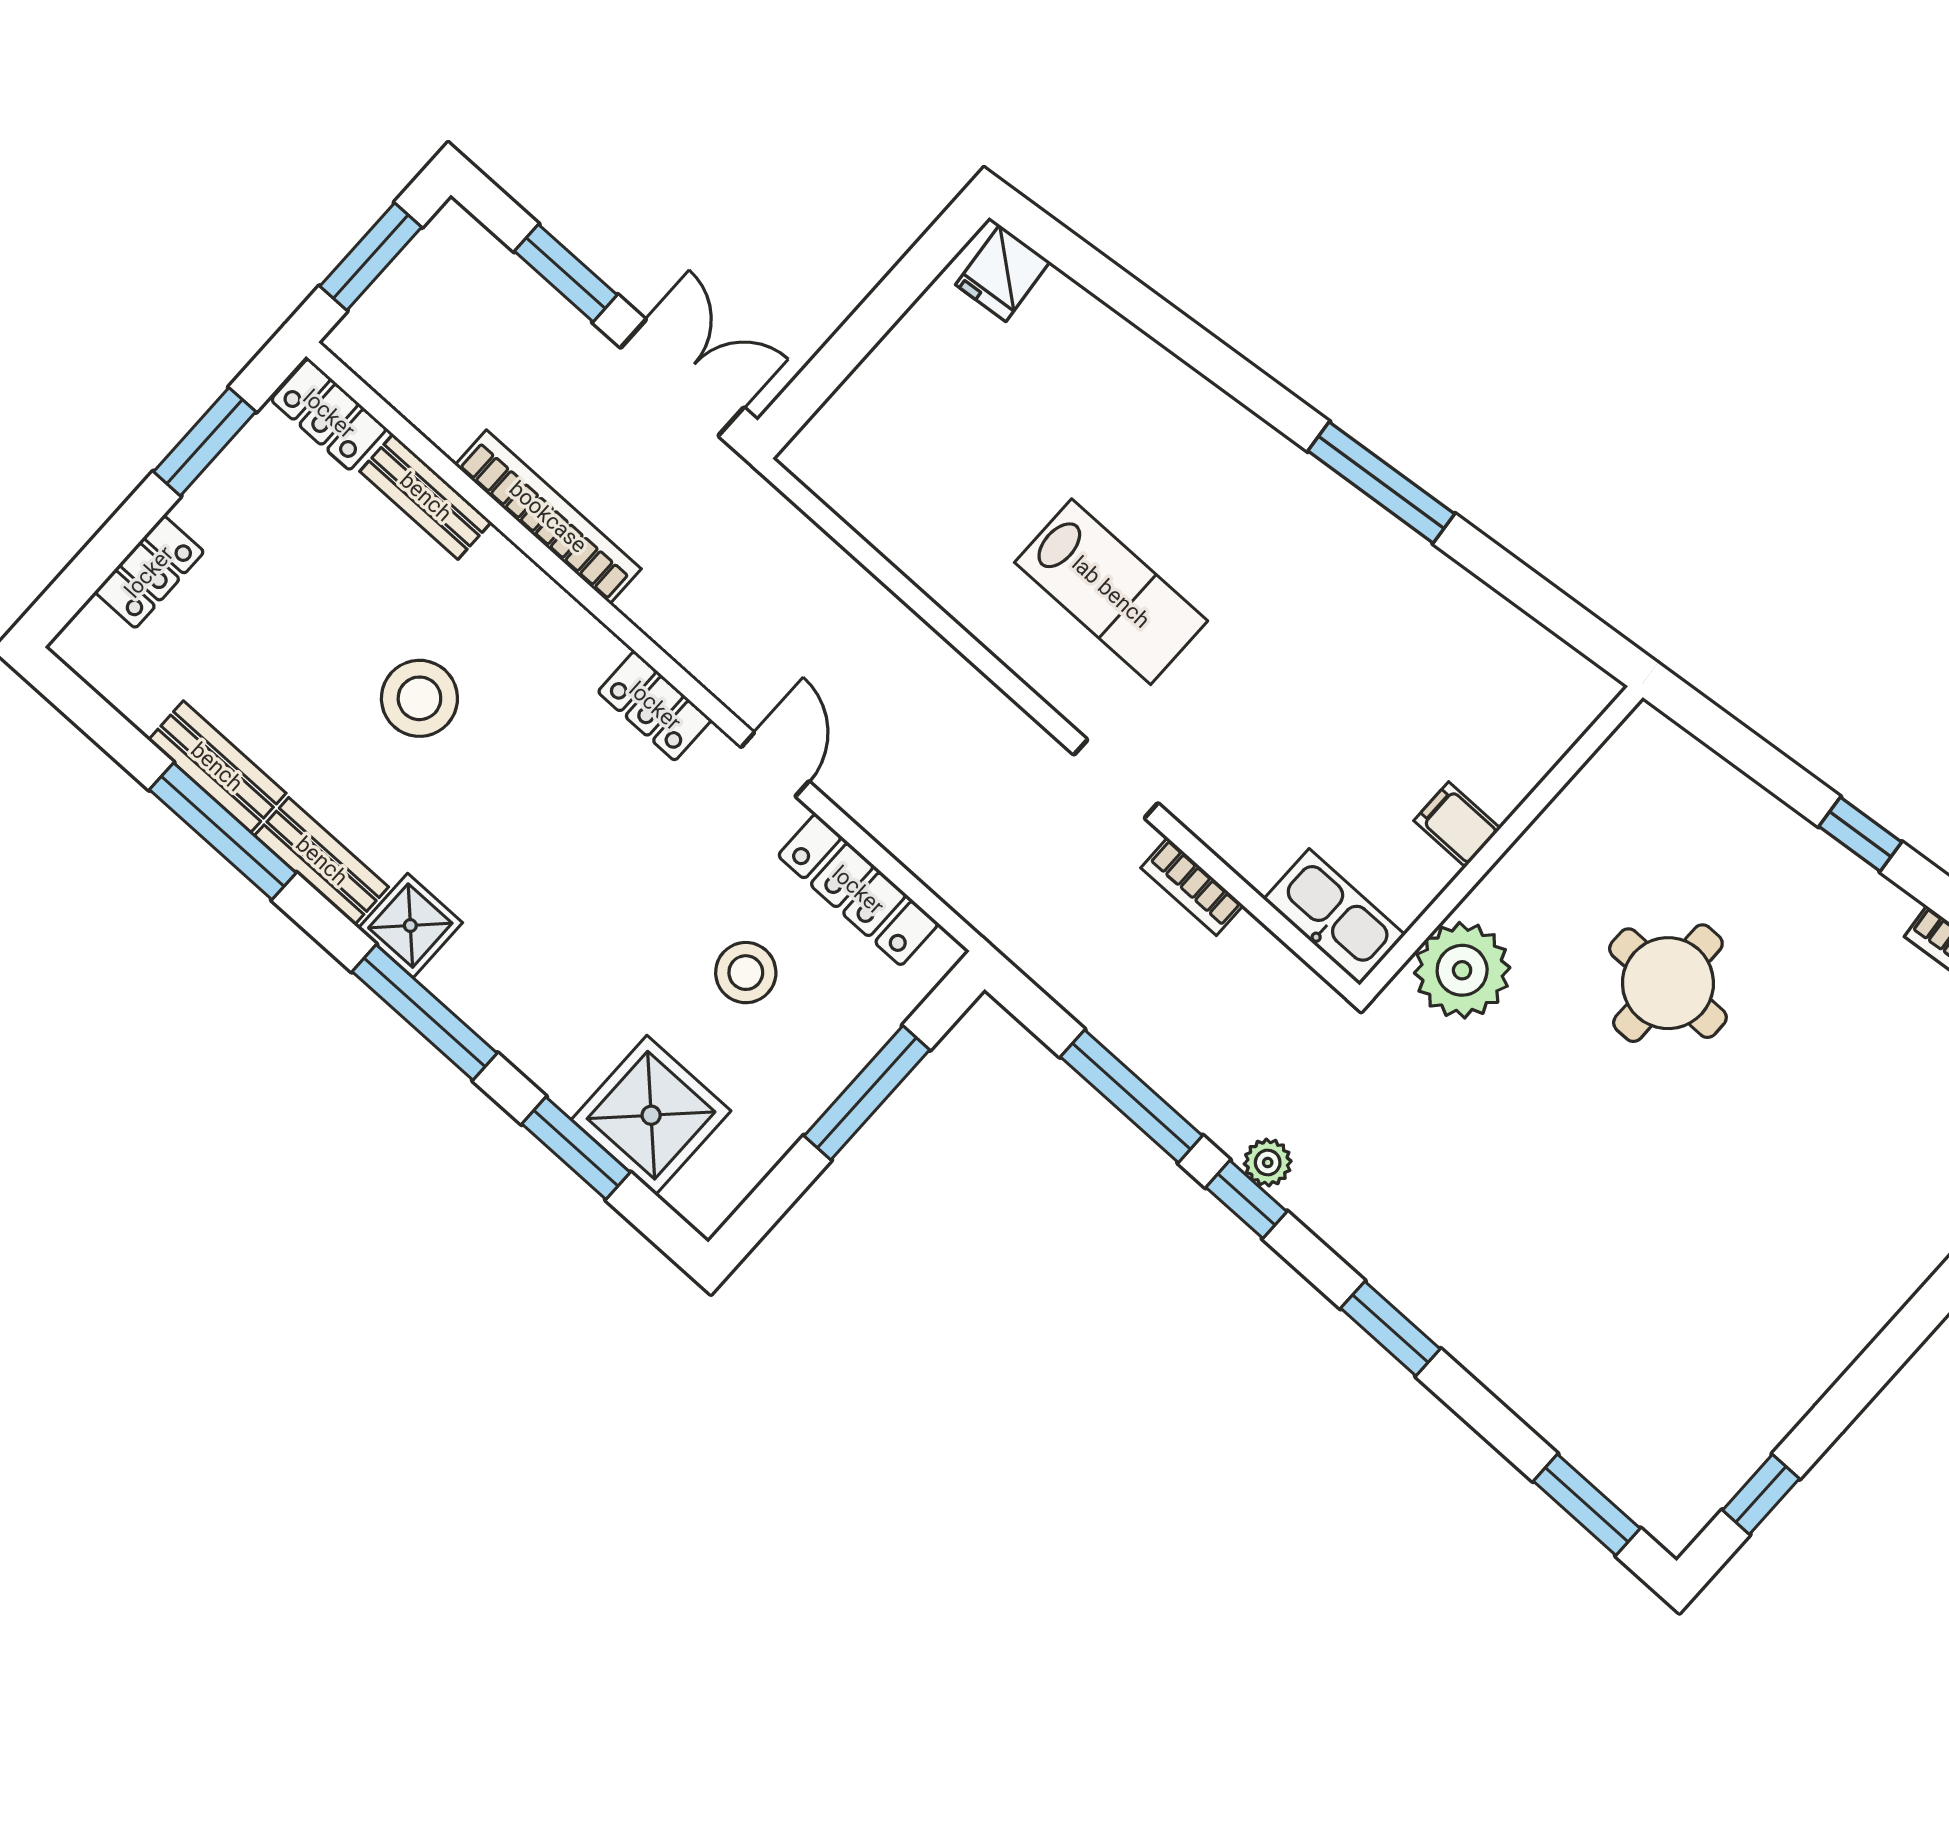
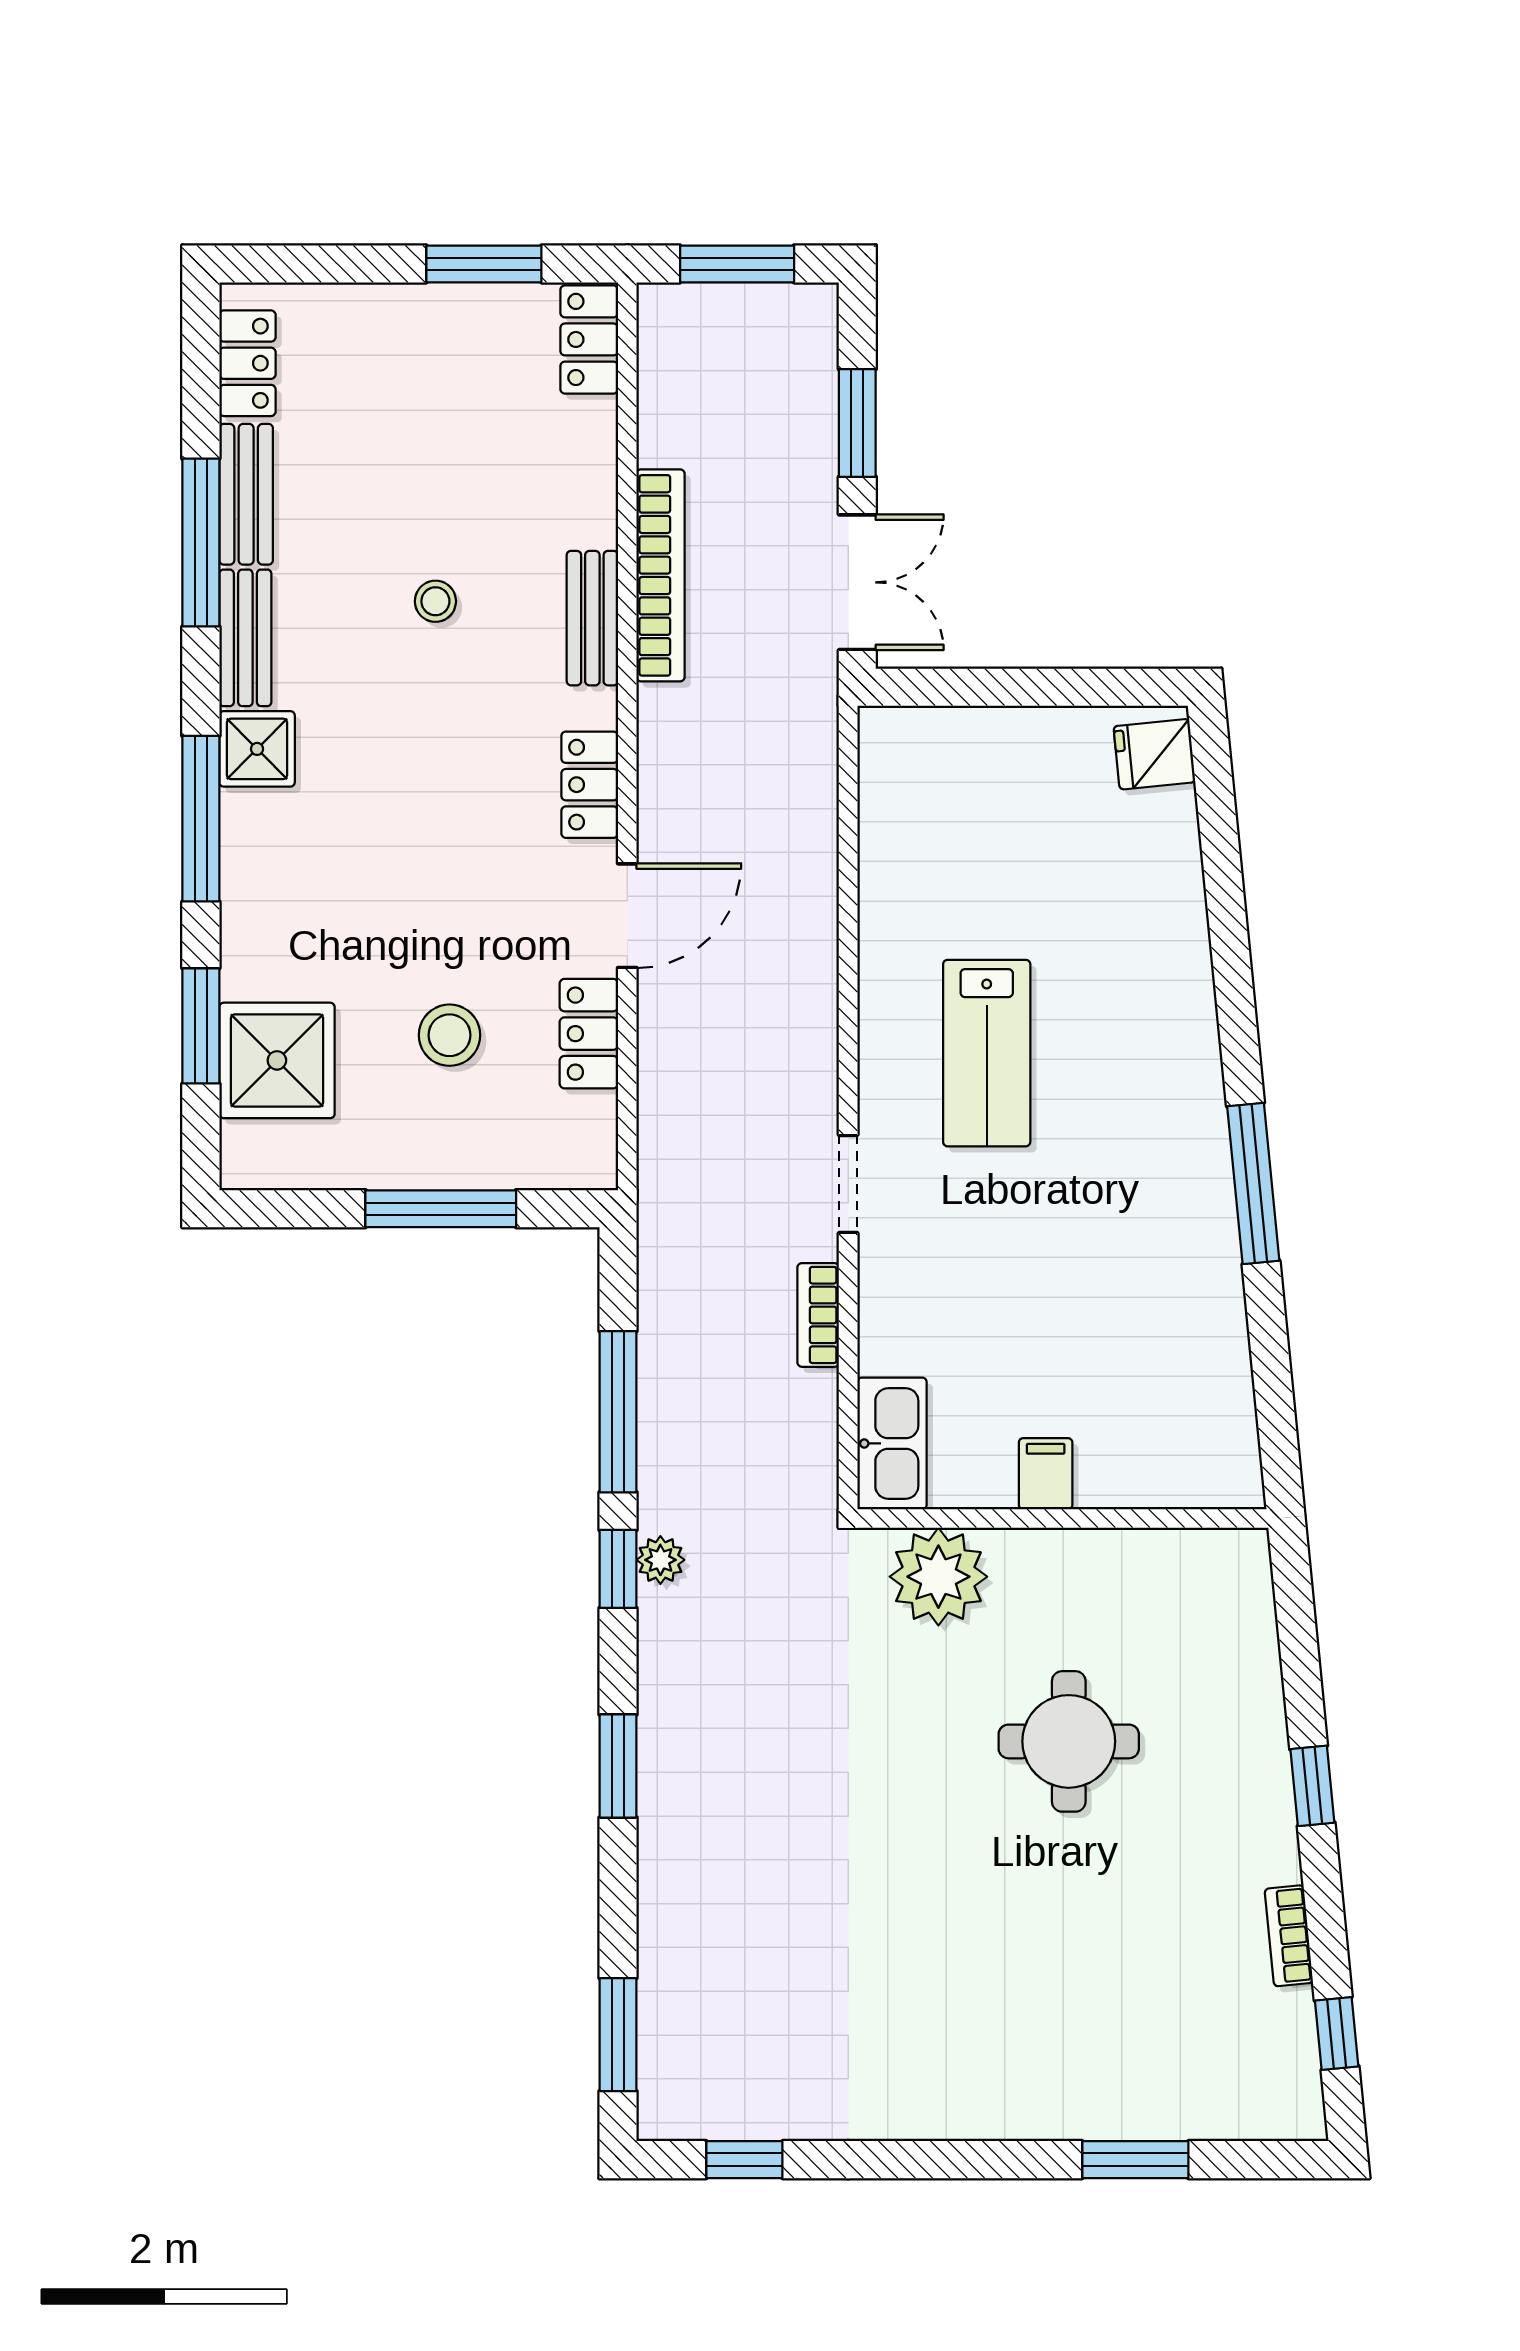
bench: (426, 497) -> (592, 618), moved
locker: (149, 572) -> (247, 363), moved, turned -90
stool: (419, 698) -> (435, 601), width x0.53, depth x0.53
door: (775, 764) -> (627, 916), width x1.38
locker: (858, 890) -> (589, 1034), width x0.66

